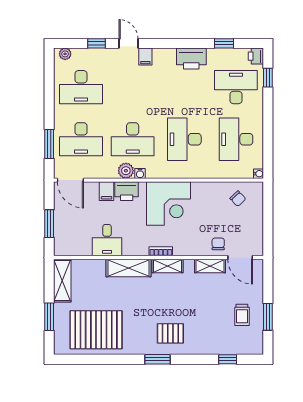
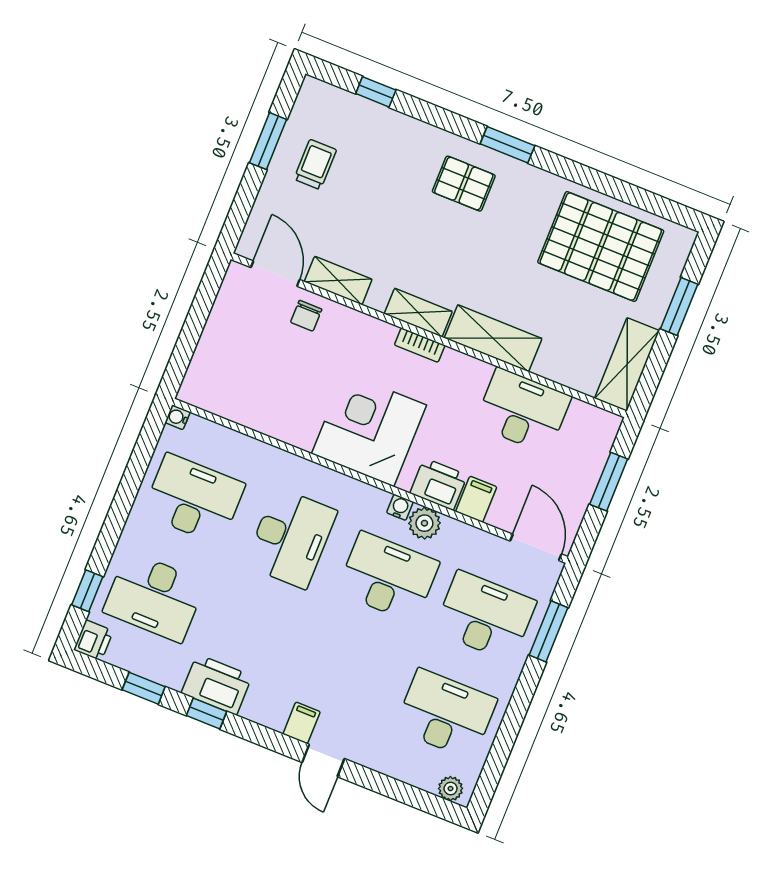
window: (97, 43) -> (206, 714), moved
desk: (236, 139) -> (194, 499), turned -90
chair: (238, 199) -> (235, 386), removed
desk: (107, 240) -> (523, 411), width x1.37

